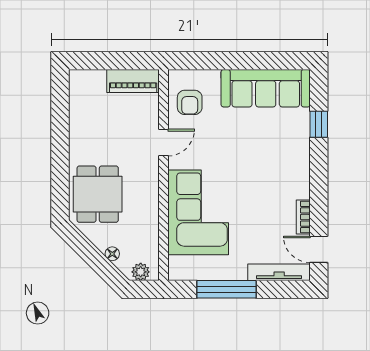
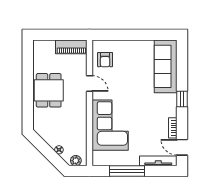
sofa: (266, 88) -> (166, 66), moved, turned 90
window: (319, 124) -> (182, 99), moved
door: (164, 142) -> (89, 83), hinge flipped
dining table: (98, 194) -> (49, 90), moved

